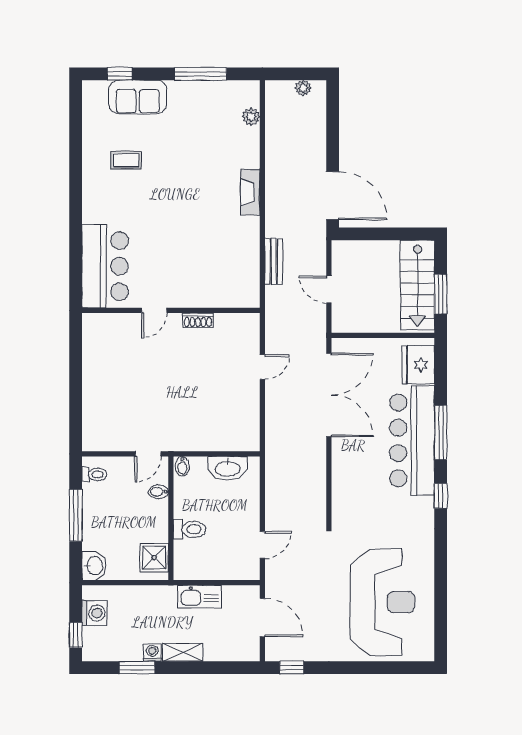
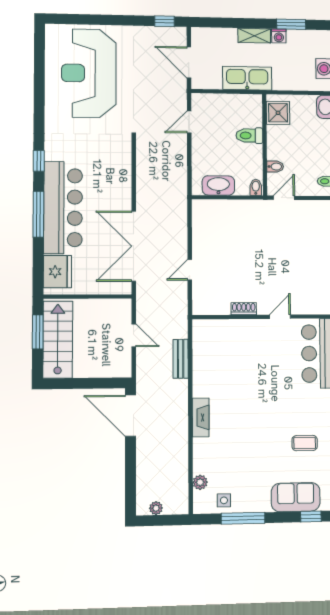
side table: (223, 95) -> (224, 500), added
kitchen sink: (200, 597) -> (247, 78), width x1.36, depth x1.24

